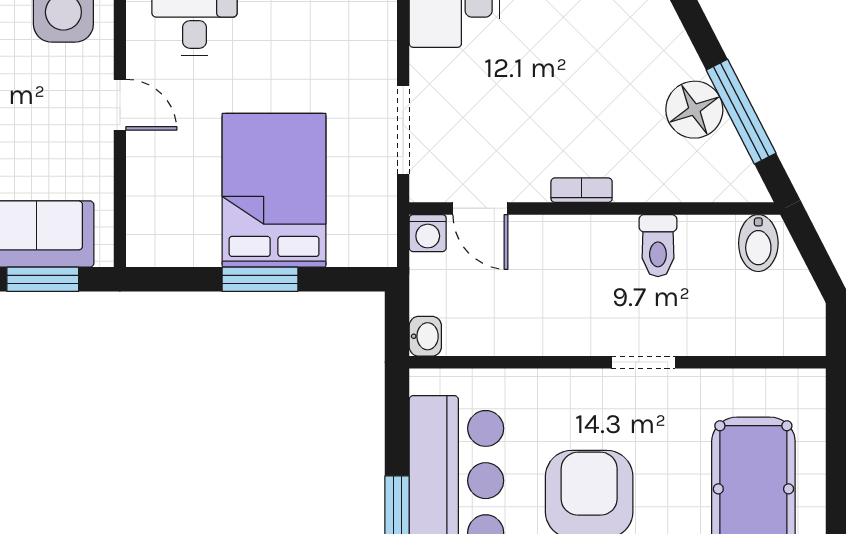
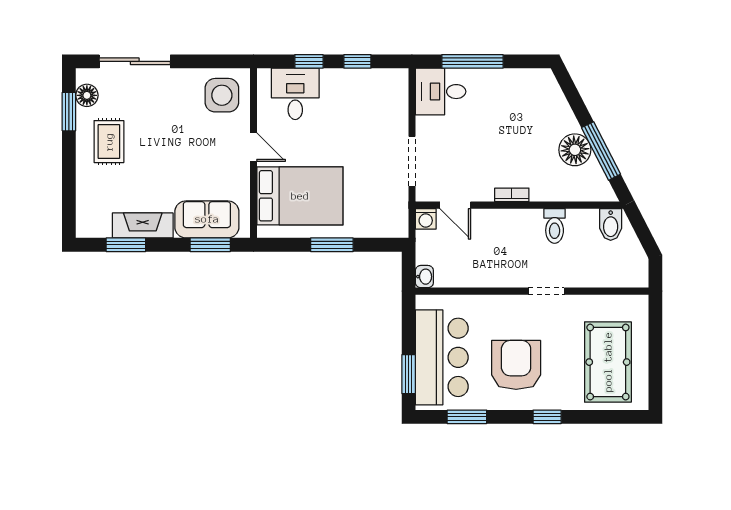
bed: (274, 190) -> (300, 196), moved, turned 90

